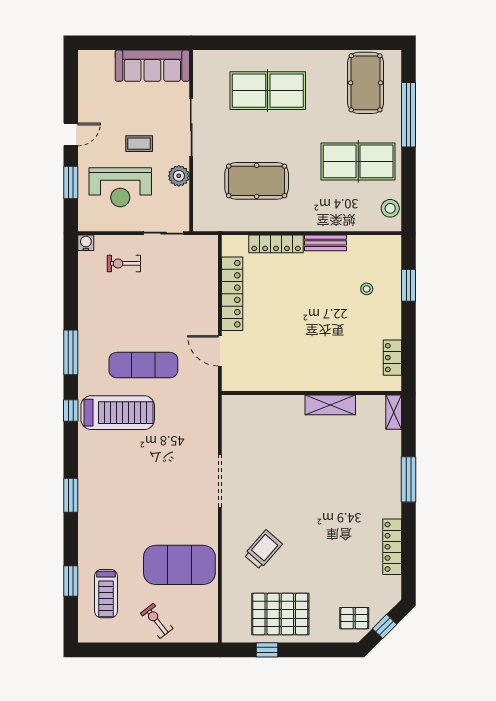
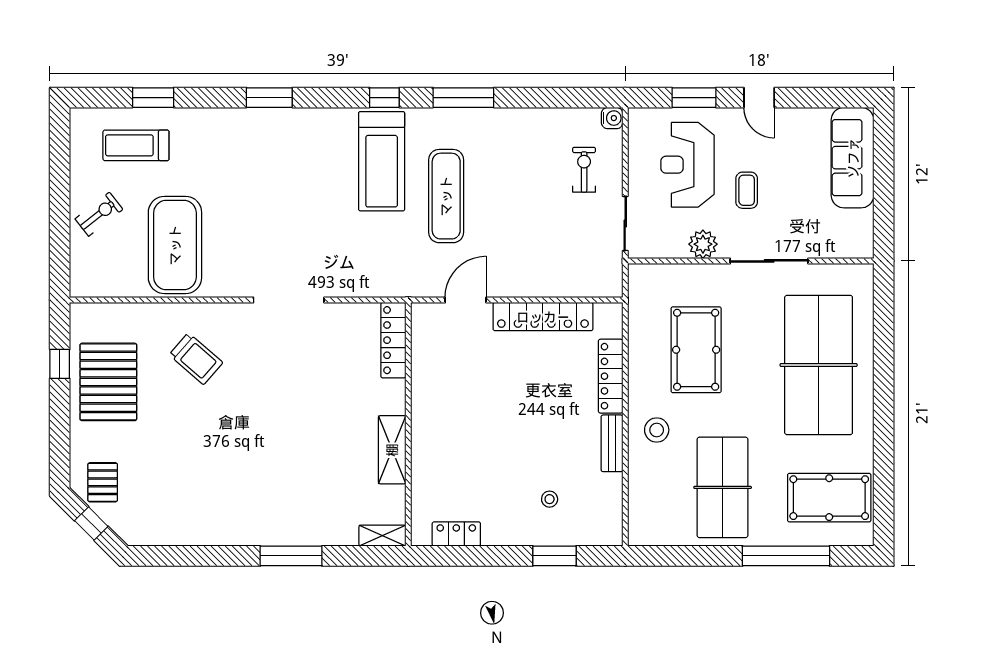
sofa: (152, 66) -> (853, 158), moved
table tennis table: (268, 91) -> (819, 365), width x1.36, depth x1.32
stool: (390, 208) -> (657, 430), moved
locker: (392, 547) -> (393, 340), moved, turned -90

